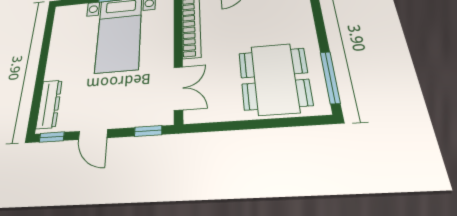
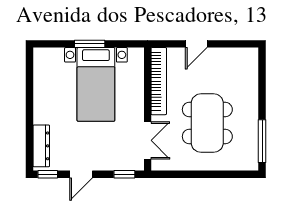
dining table: (275, 78) -> (207, 123), moved
door: (93, 134) -> (81, 174), hinge flipped

